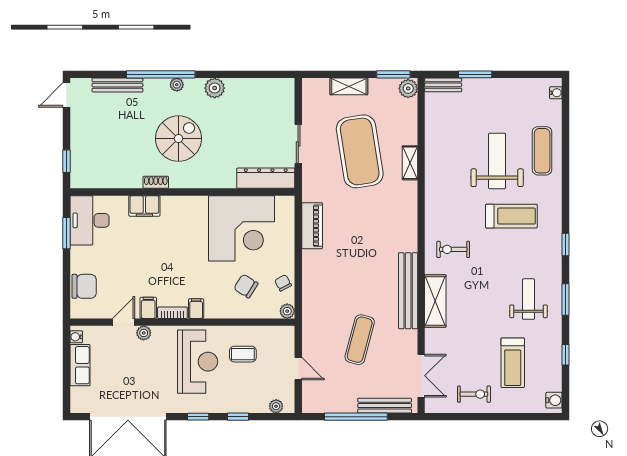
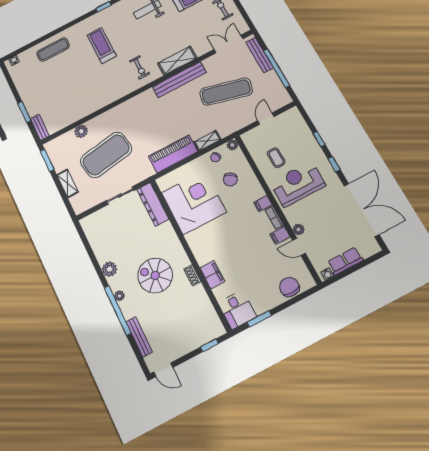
plant: (408, 89) -> (81, 131), moved
weight bench: (497, 161) -> (72, 71), removed
shelving: (410, 163) -> (207, 141), moved
desk: (90, 220) -> (237, 310), width x0.73
piano: (312, 226) -> (173, 154), width x1.37, depth x1.33
exercise mat: (360, 340) -> (226, 92), width x1.36, depth x1.45
plant: (276, 406) -> (298, 119), removed

